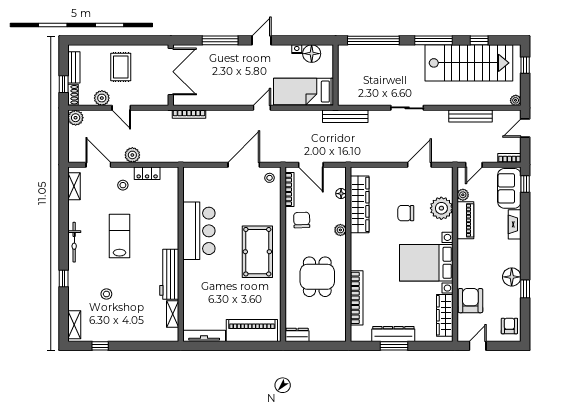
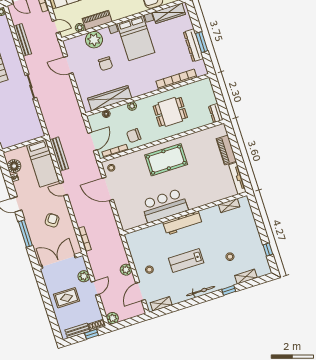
armchair: (226, 80) -> (52, 220), added
plant: (102, 98) -> (84, 276), moved
bench: (345, 116) -> (59, 154), moved
locker: (147, 173) -> (136, 255), removed
workbench: (169, 274) -> (183, 223), moved
shelving: (74, 325) -> (246, 277), moved
piano: (252, 330) -> (226, 150), width x0.73, depth x0.75

